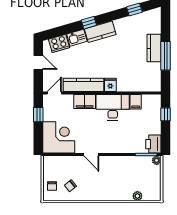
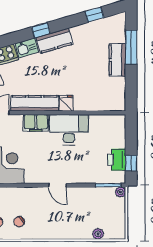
window: (166, 56) -> (131, 47), moved
filing cabinet: (136, 102) -> (96, 123), removed
window: (166, 114) -> (131, 163), moved
printer: (153, 144) -> (117, 160), moved
door: (91, 155) -> (57, 185), moved

